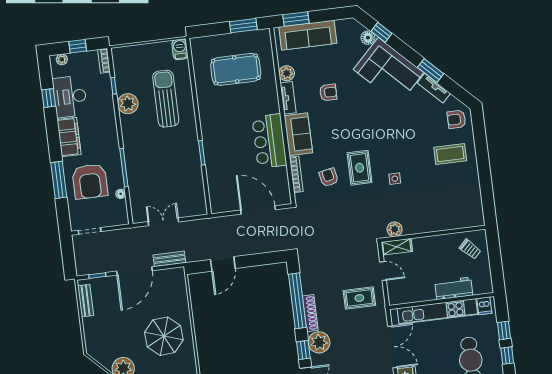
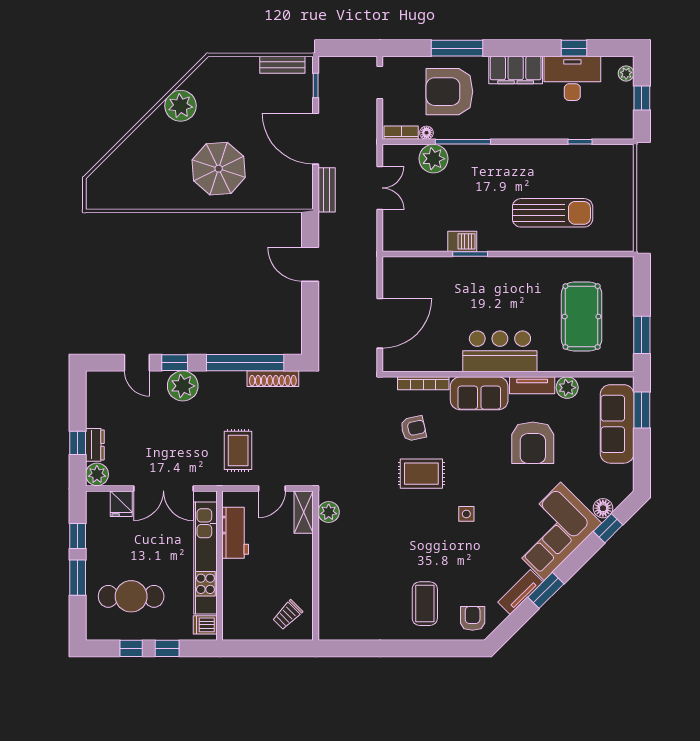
barbecue: (180, 49) -> (462, 241), moved
bookcase: (104, 61) -> (401, 133), moved
armchair: (328, 92) -> (533, 443), width x1.88, depth x1.88
plant: (128, 104) -> (433, 159), moved
bar counter: (269, 141) -> (500, 351), moved
side table: (395, 179) -> (466, 514), moved
workbench: (454, 288) -> (235, 533), moved
shoe rack: (310, 313) -> (273, 379), moved

